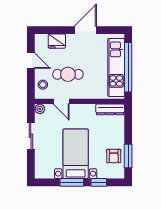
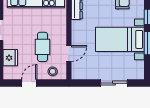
plant: (40, 109) -> (76, 74), removed
sliding door: (31, 136) -> (114, 83), moved

